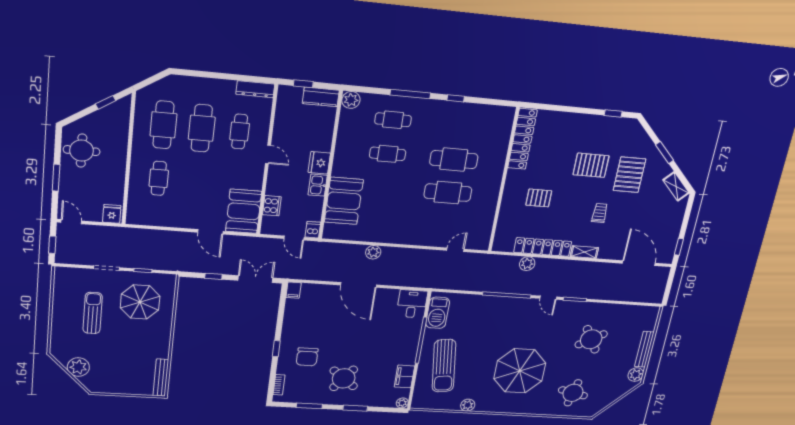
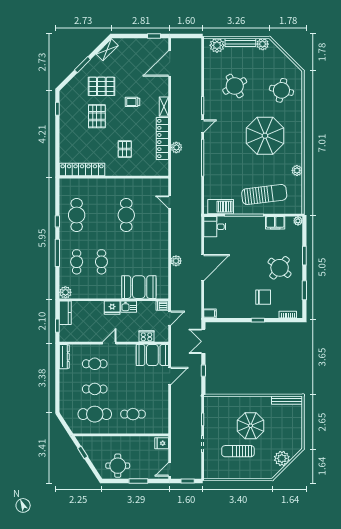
cafe table: (202, 128) -> (95, 389), width x0.73, depth x0.74
cafe table: (454, 160) -> (77, 215), moved
parasol: (140, 302) -> (251, 426), moved
plant: (648, 322) -> (217, 45), added

